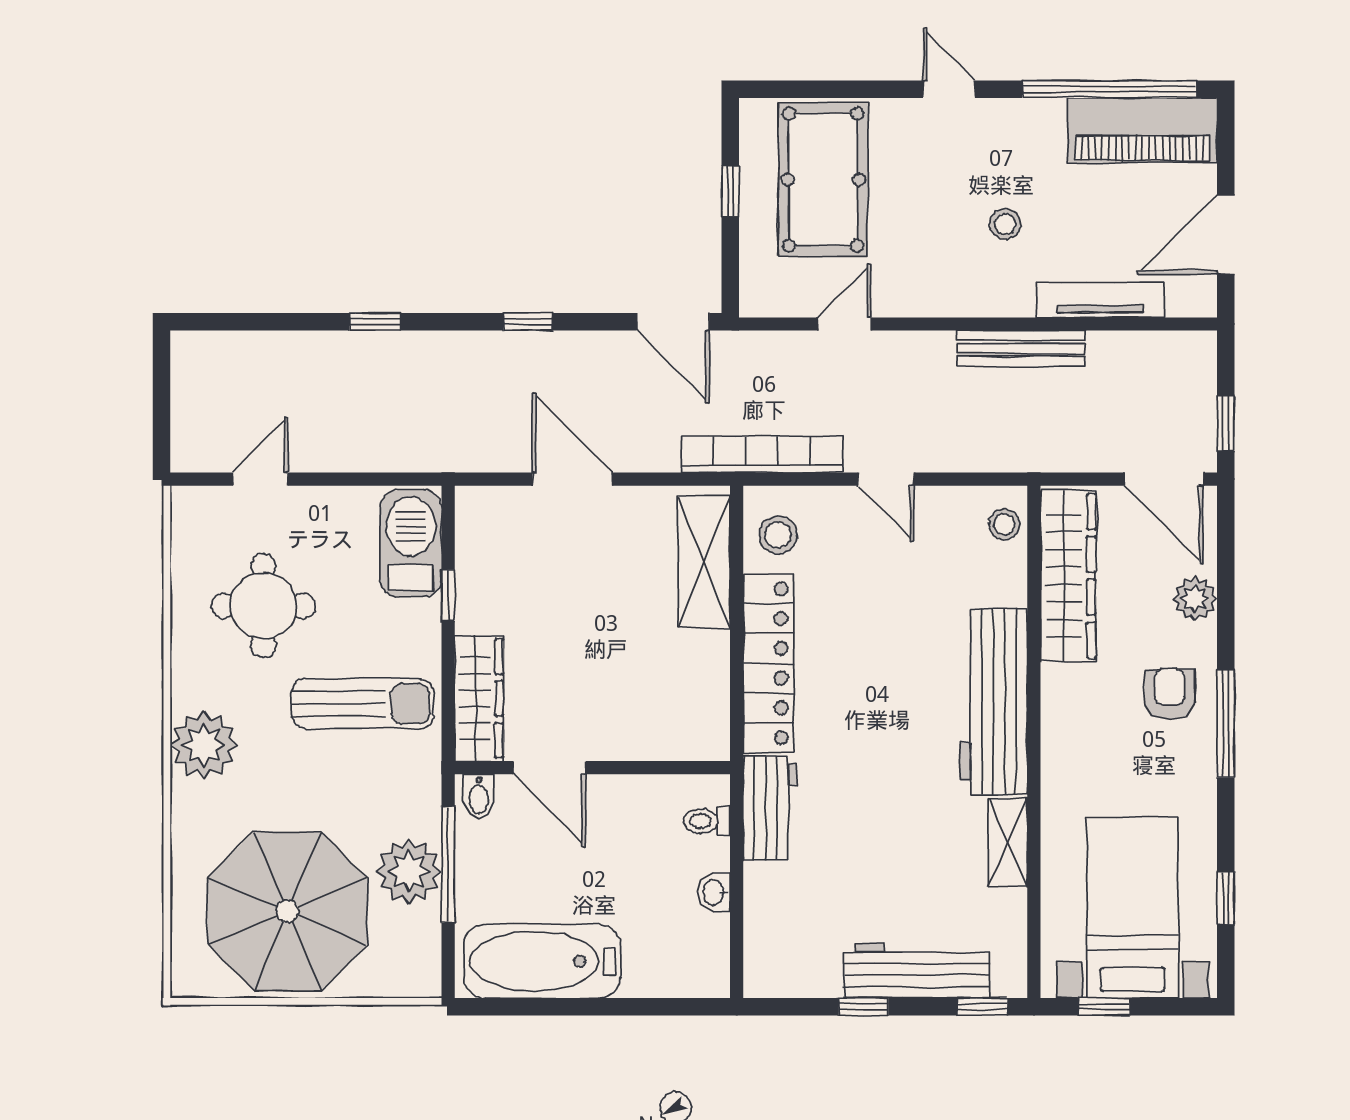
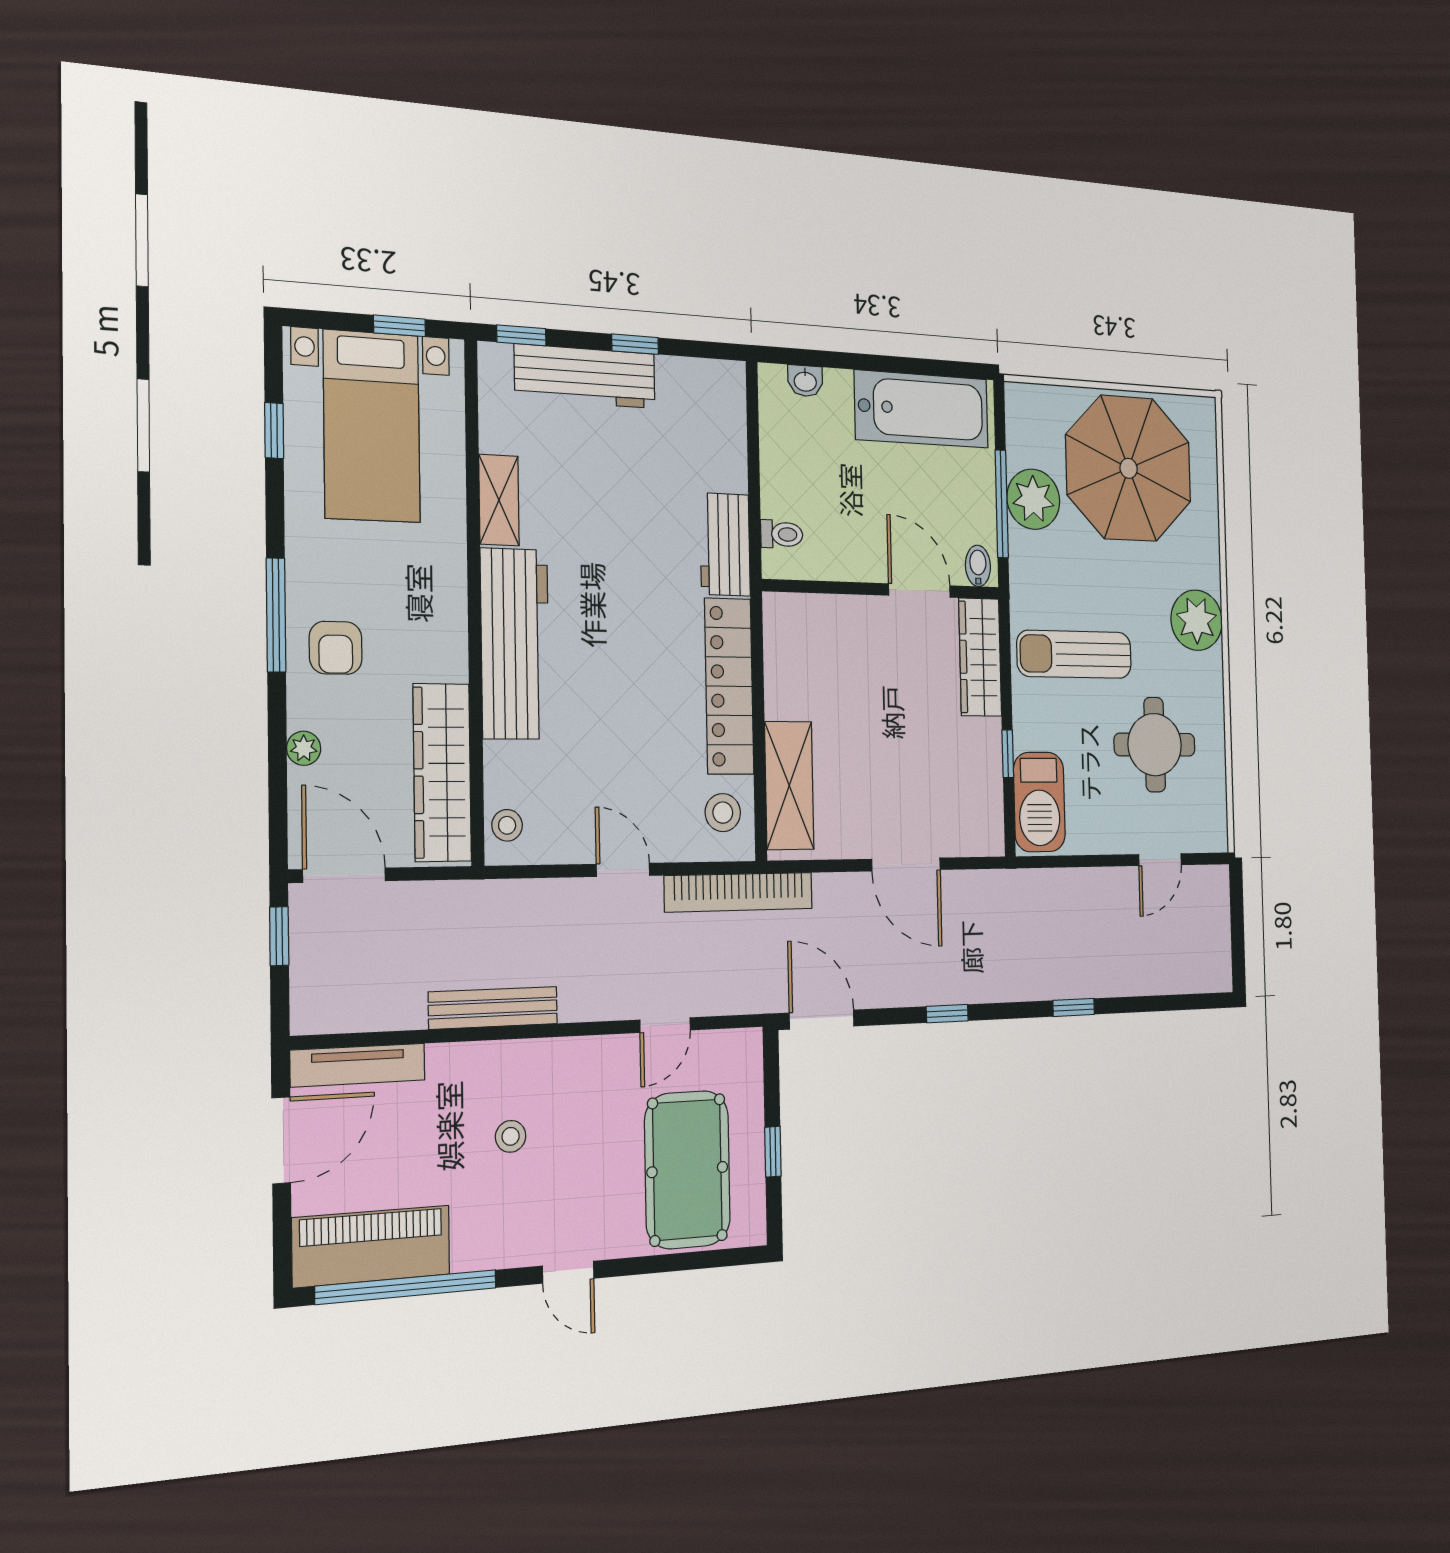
tv unit: (1100, 300) -> (358, 1065), moved
plant: (1195, 599) -> (304, 748), width x0.73, depth x0.73
washbasin: (714, 892) -> (805, 381), moved, turned 90

